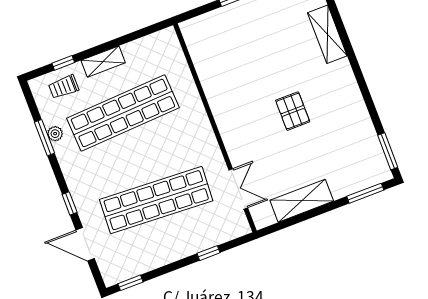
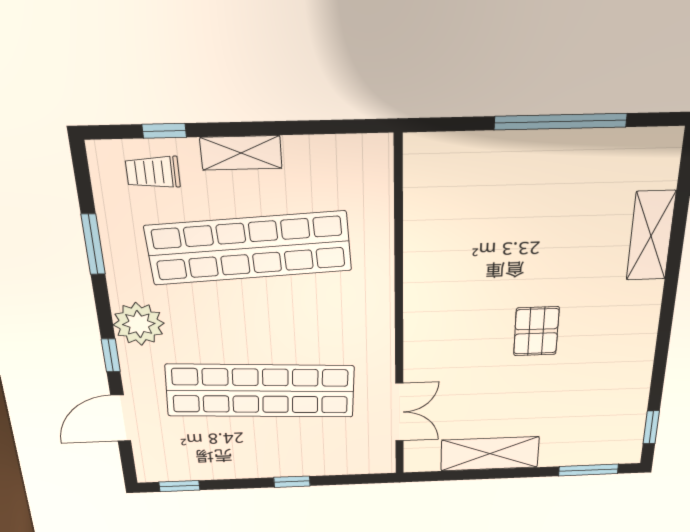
plant: (55, 134) -> (139, 324), moved, width x1.88, depth x1.88
window: (388, 151) -> (651, 427), width x0.67
door: (85, 244) -> (121, 418), hinge flipped
window: (209, 253) -> (292, 482), moved

